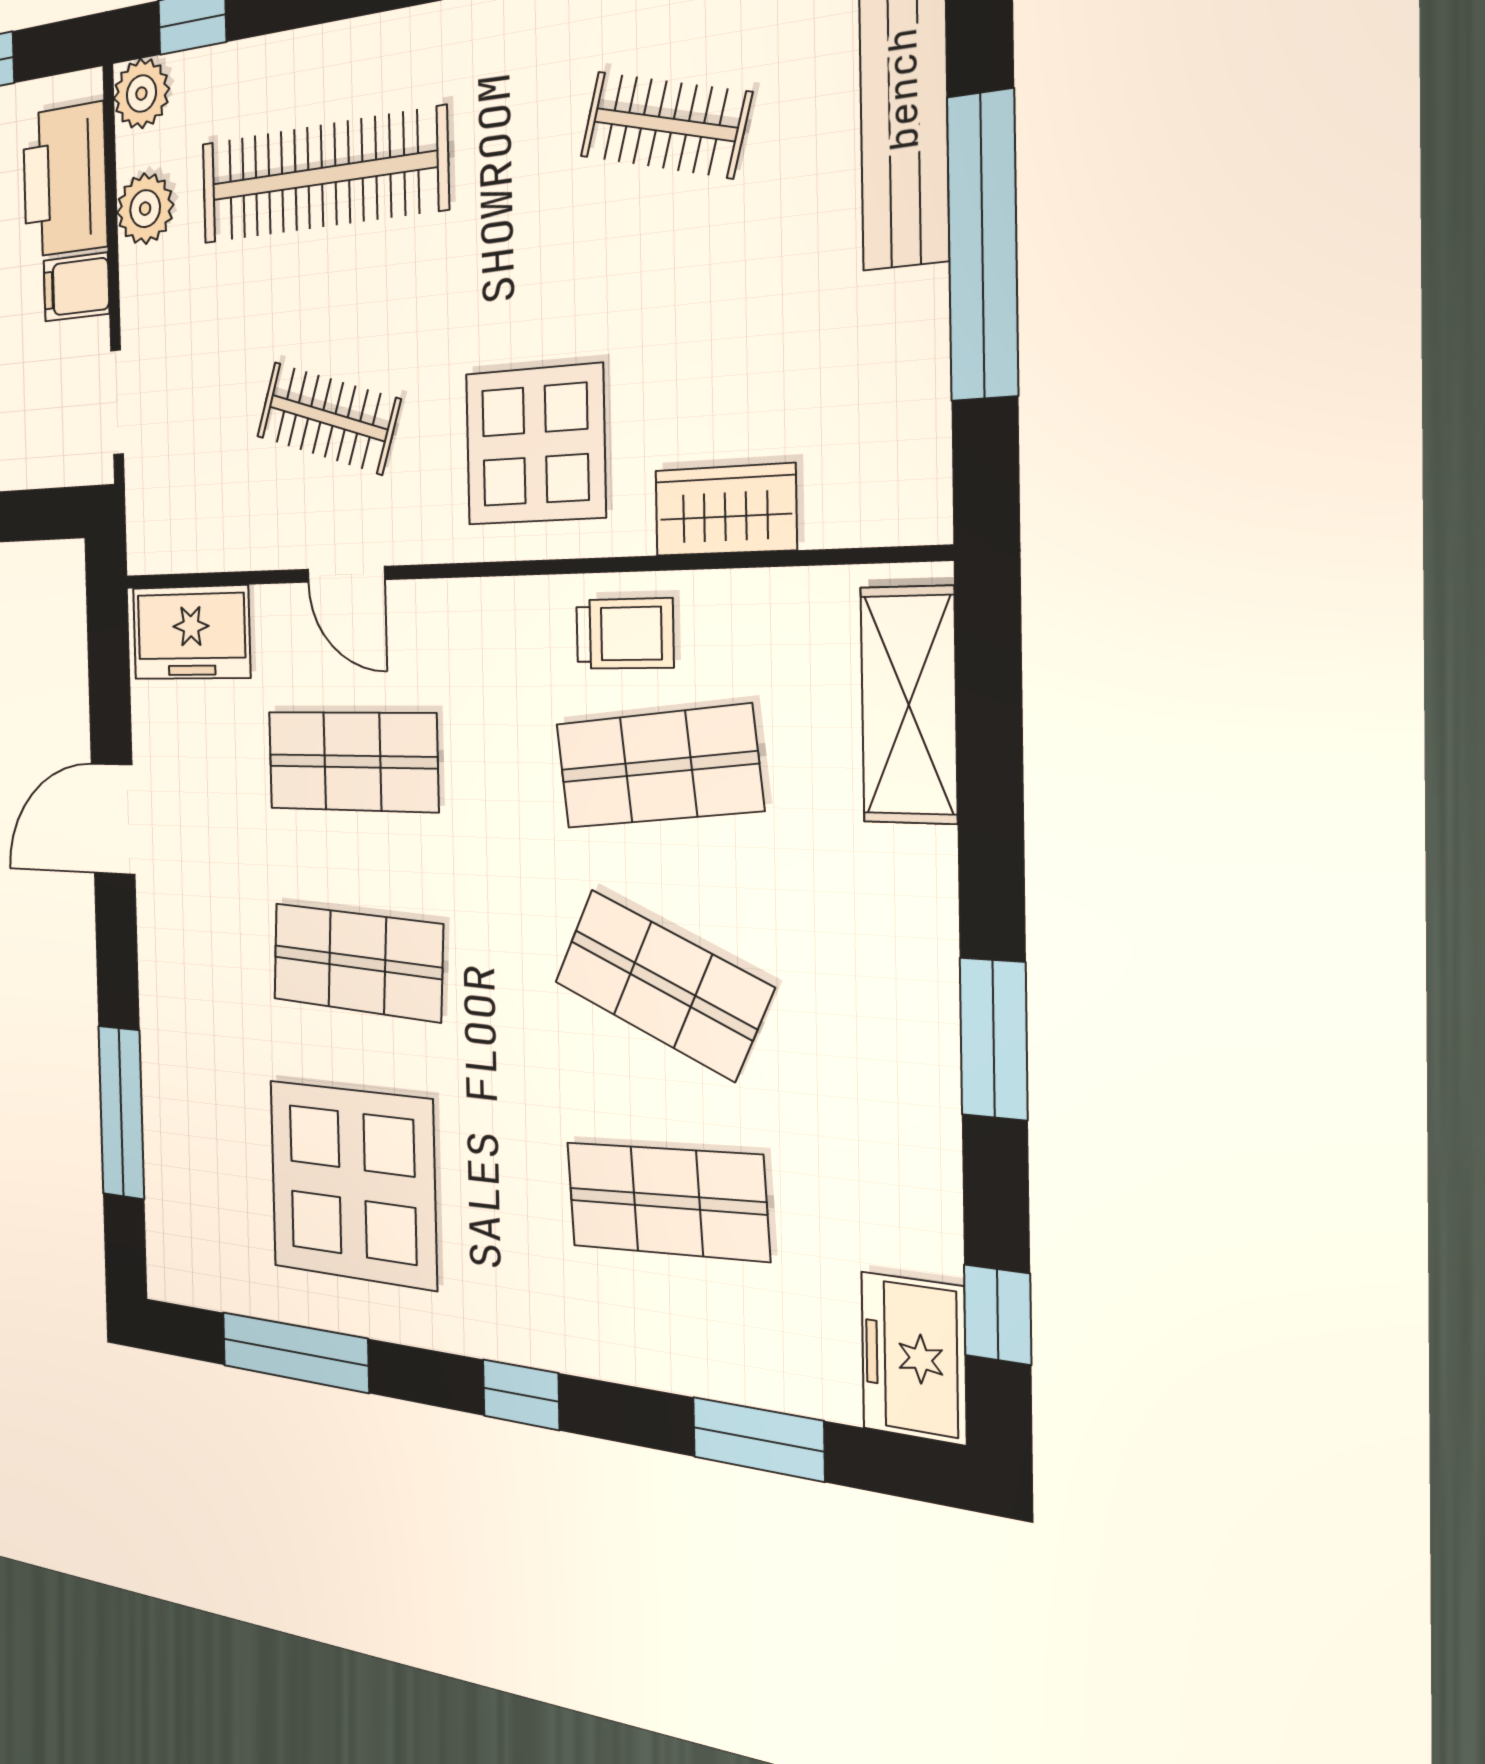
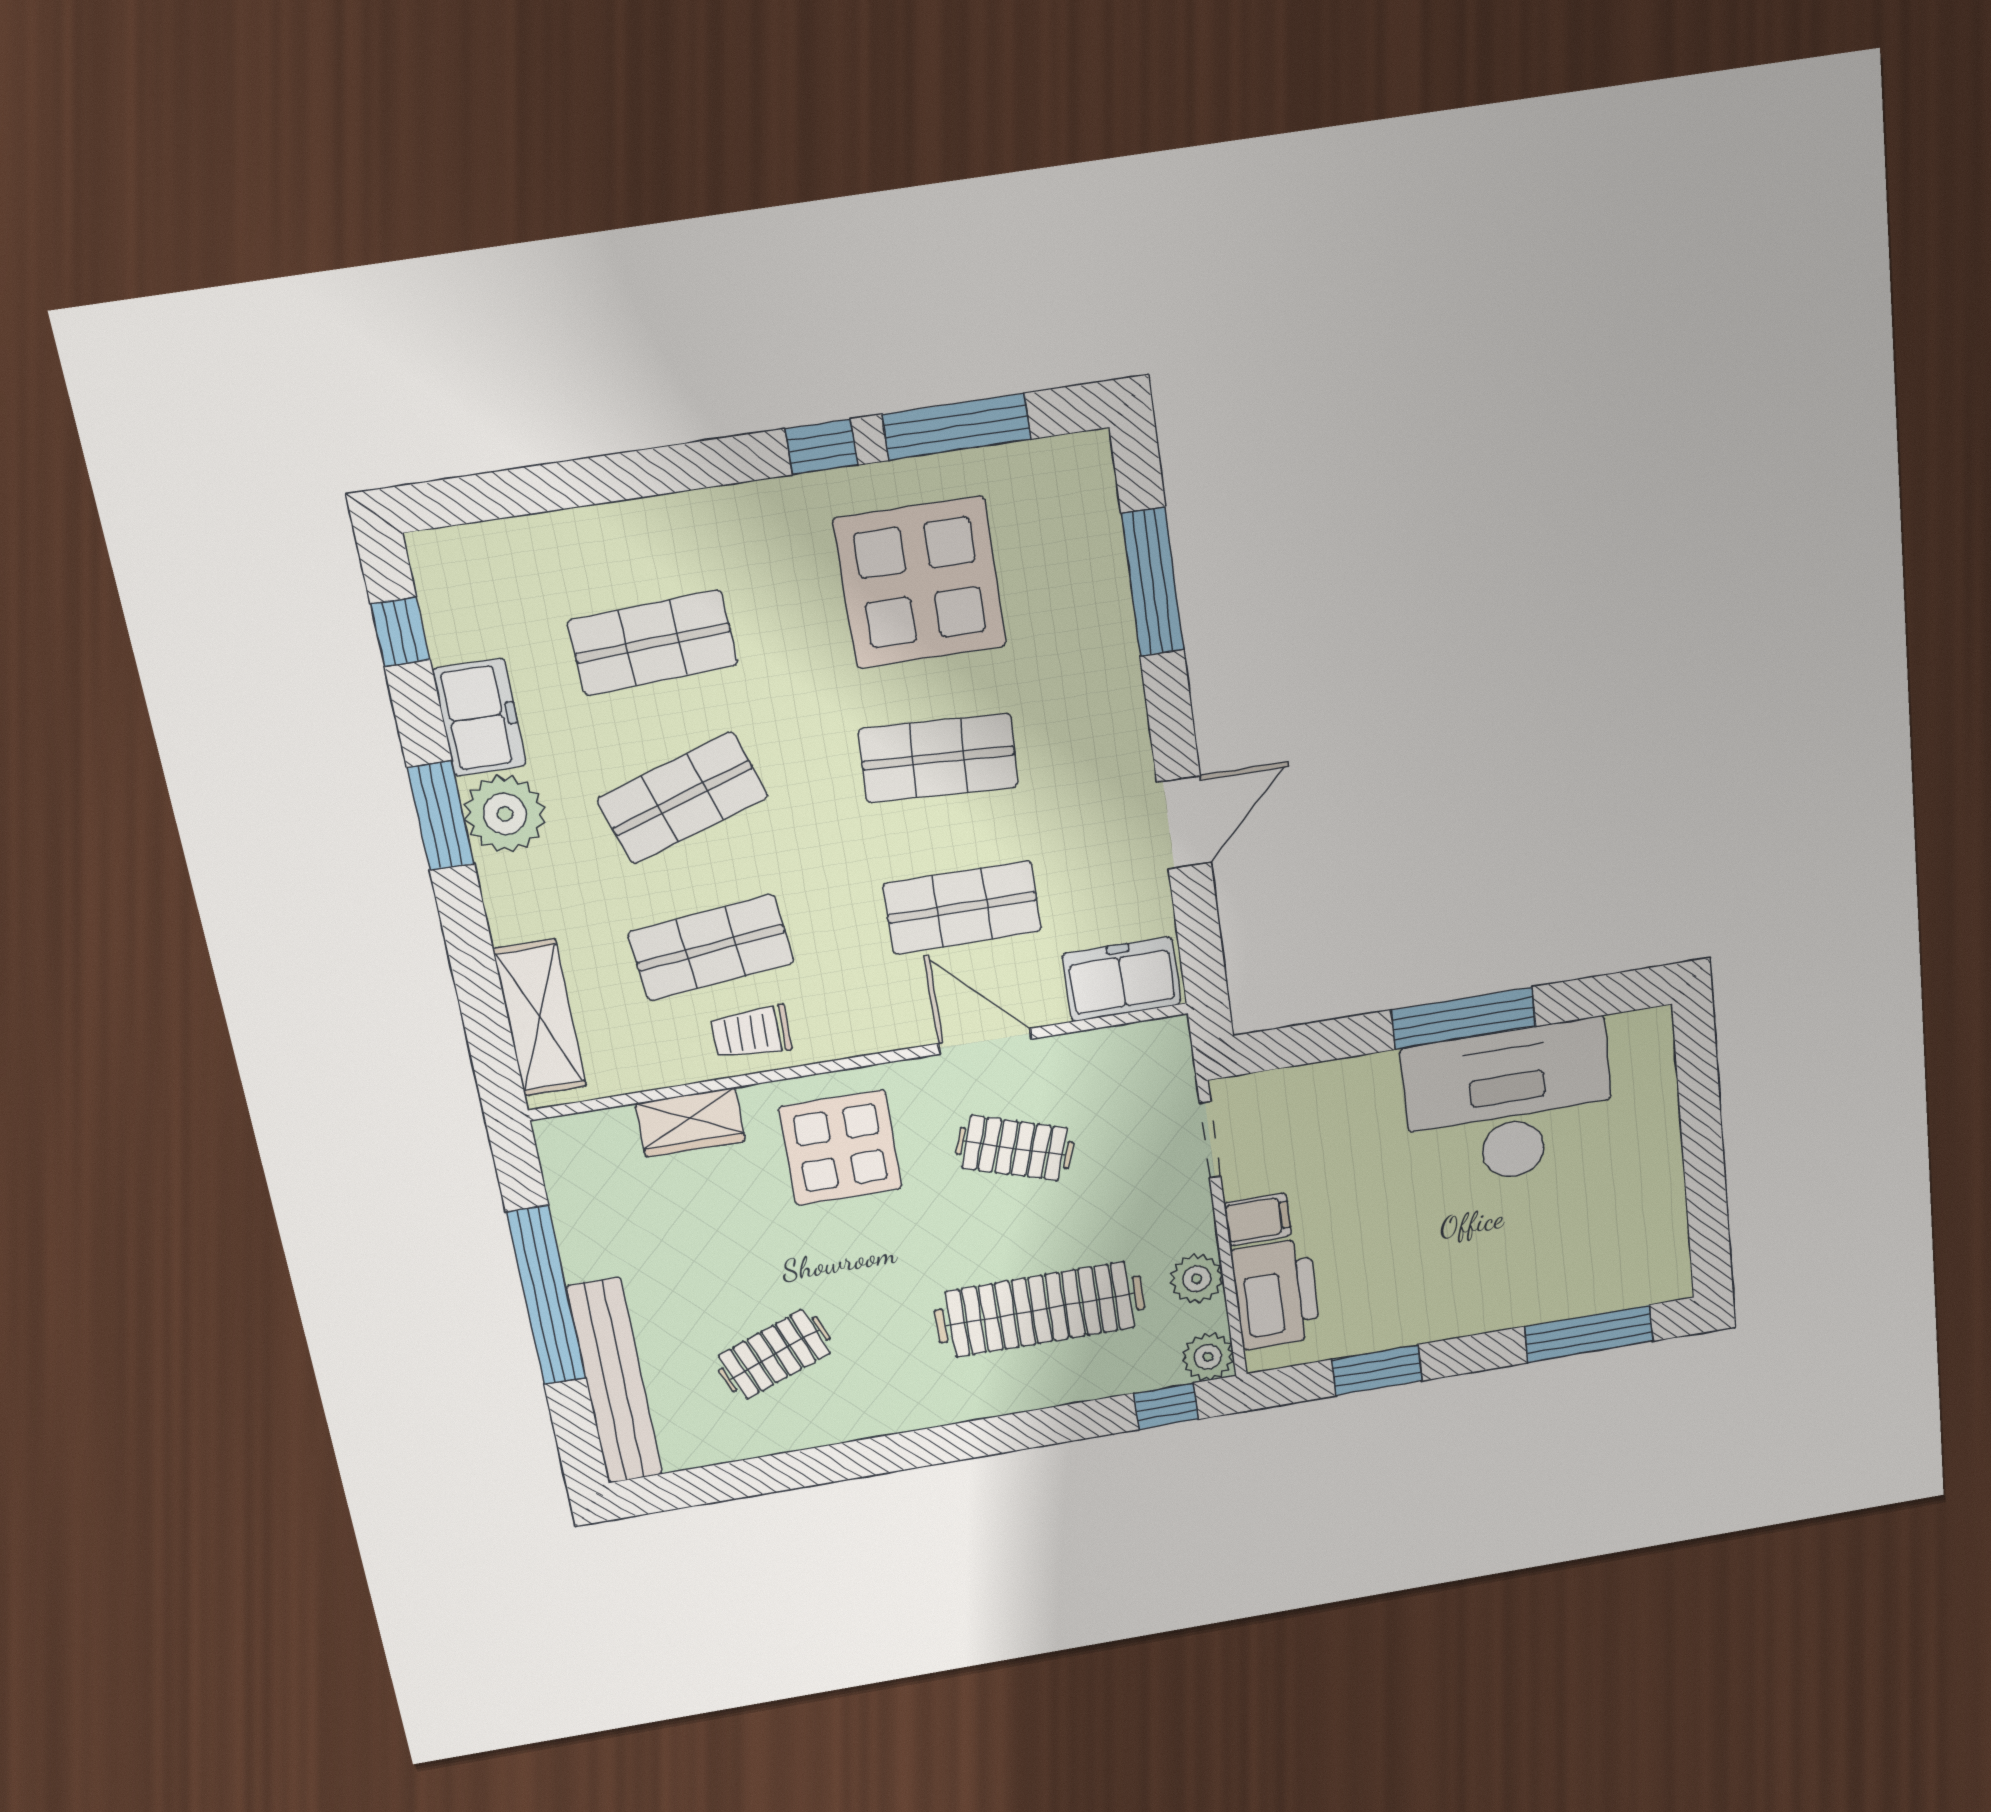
clothes rail: (665, 125) -> (774, 1354), turned -36
door: (346, 574) -> (985, 1041), width x1.38
shop shelf: (662, 985) -> (682, 798), turned -42
plant: (902, 1020) -> (505, 814), added
freezer: (914, 1358) -> (479, 717), moved
window: (521, 1395) -> (821, 447), moved
window: (758, 1439) -> (552, 487), removed

